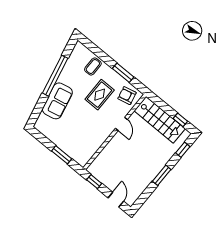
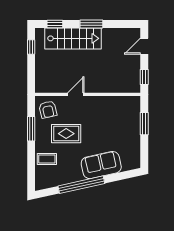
stairs: (160, 120) -> (73, 38), moved, turned 90

